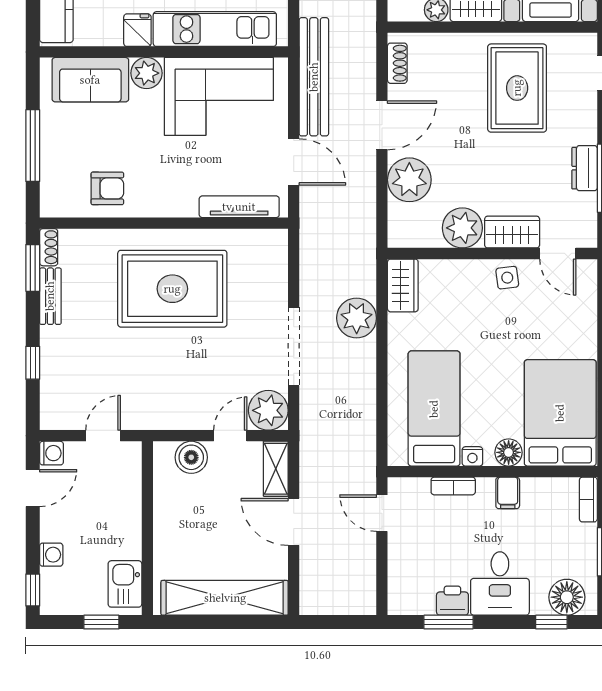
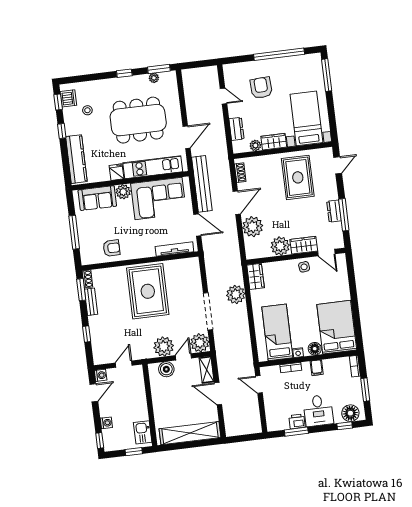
rug: (172, 289) -> (148, 291), turned 90
plant: (191, 409) -> (164, 347), added

